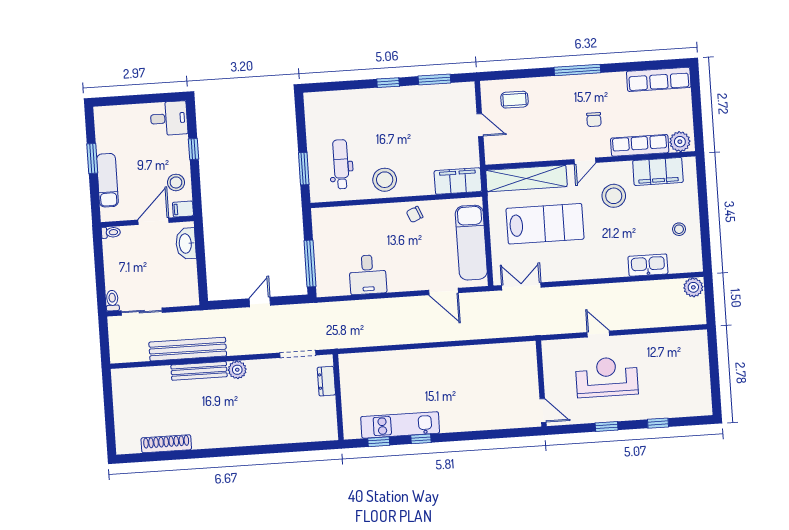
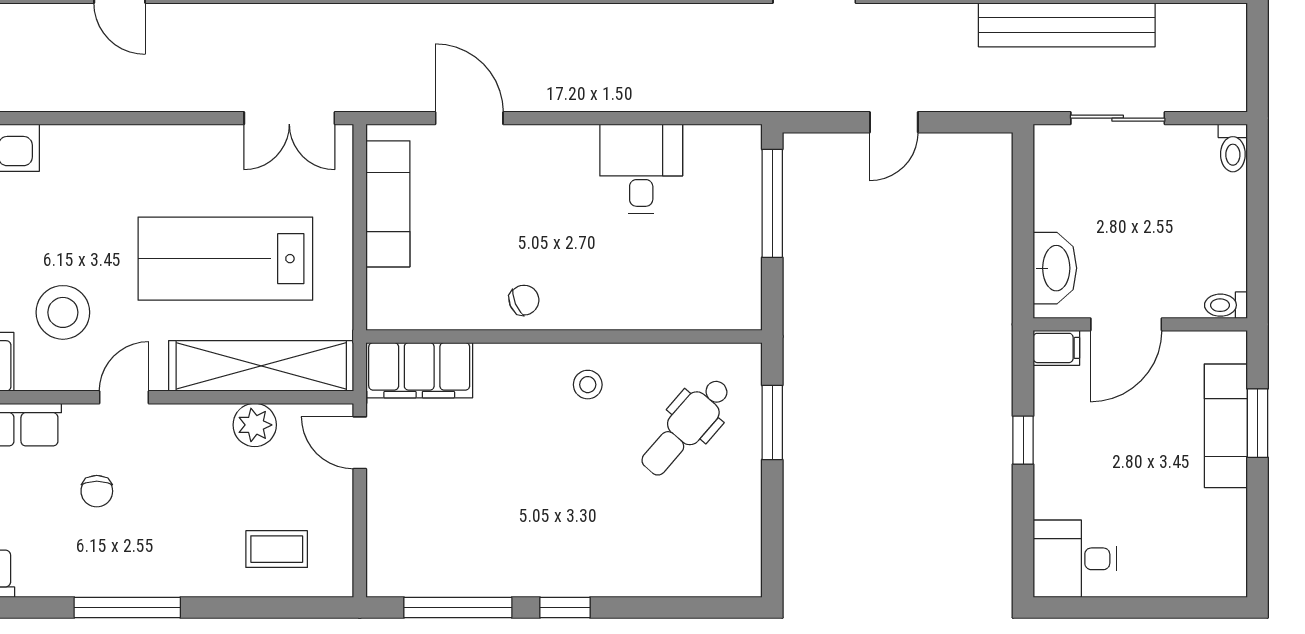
window: (434, 80) -> (458, 607), width x1.44
chair: (594, 120) -> (97, 491), turned 180
door: (480, 125) -> (360, 443), moved
window: (193, 149) -> (1023, 440), moved
plant: (528, 153) -> (255, 425), added
window: (92, 158) -> (1258, 423), moved
dental chair: (341, 164) -> (686, 427), turned 41
stool: (385, 180) -> (588, 385), width x0.53, depth x0.53
stool: (176, 182) -> (1068, 410), removed
exam couch: (471, 243) -> (388, 204), width x0.73, depth x0.69
sliding door: (142, 312) -> (1118, 118), moved

